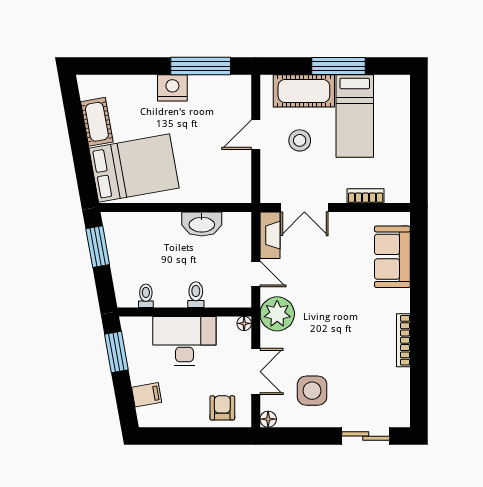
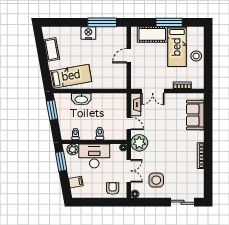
stool: (300, 140) -> (196, 56), moved
bed: (134, 168) -> (71, 76), width x0.67
washbasin: (202, 224) -> (81, 99), moved
plant: (140, 328) -> (73, 149), added

